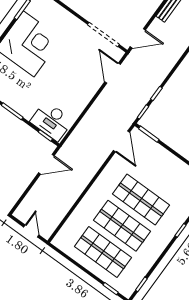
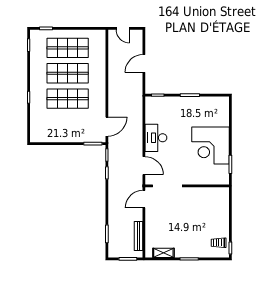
desk: (52, 121) -> (156, 138), moved, turned -90
door: (122, 141) -> (107, 127), swing flipped
door: (46, 164) -> (144, 64), moved

